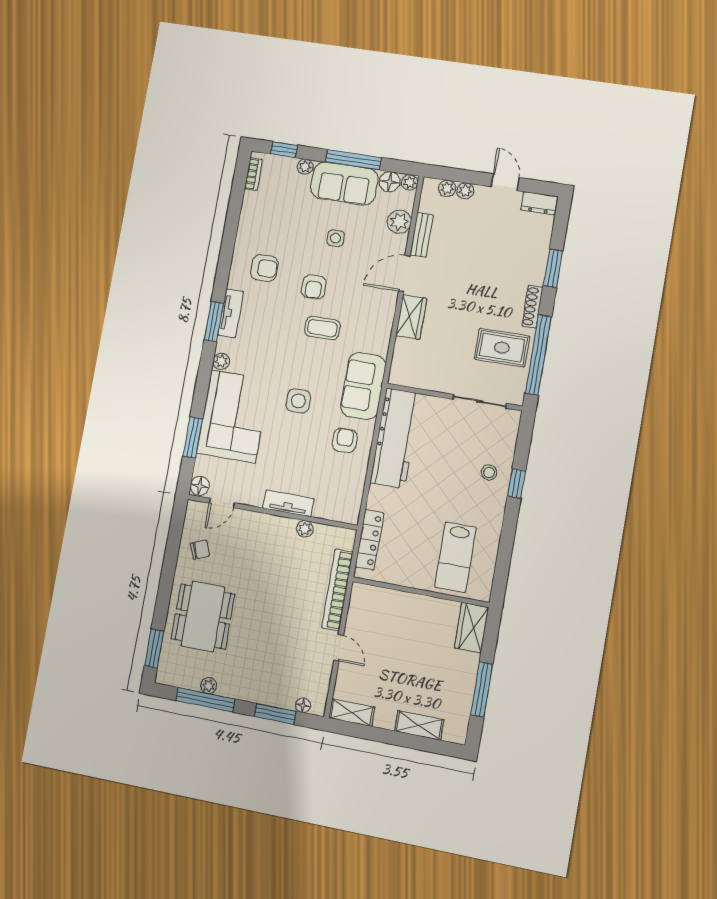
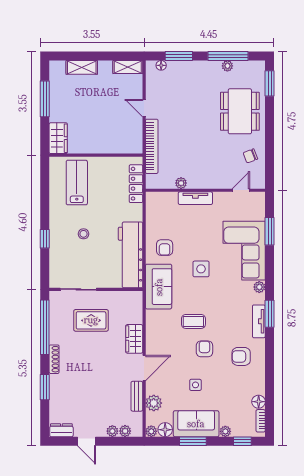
window: (353, 160) -> (193, 441), width x0.69
rug: (502, 348) -> (91, 320), moved
stool: (489, 473) -> (84, 234), moved
floor lamp: (200, 486) -> (259, 402), moved

